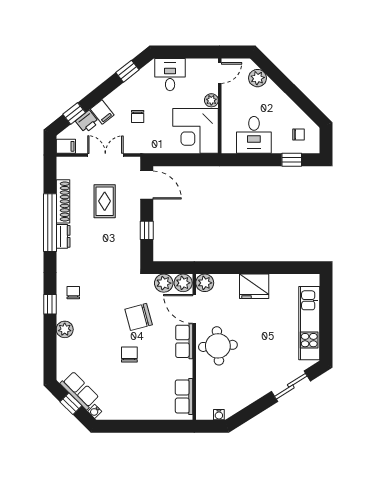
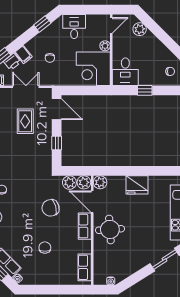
desk: (254, 135) -> (125, 72), moved
window: (292, 160) -> (145, 90), moved
chair: (129, 355) -> (45, 248), moved

